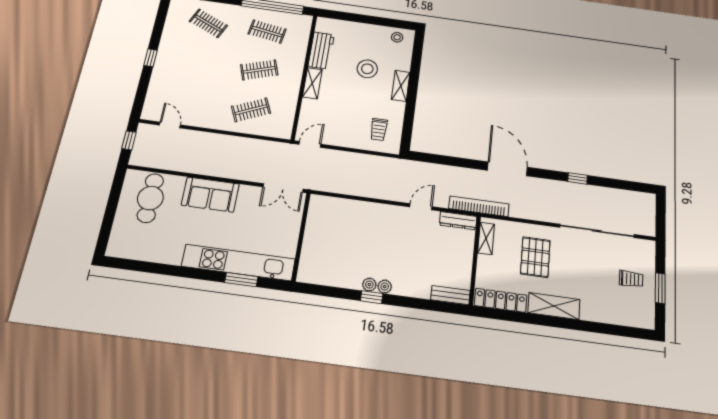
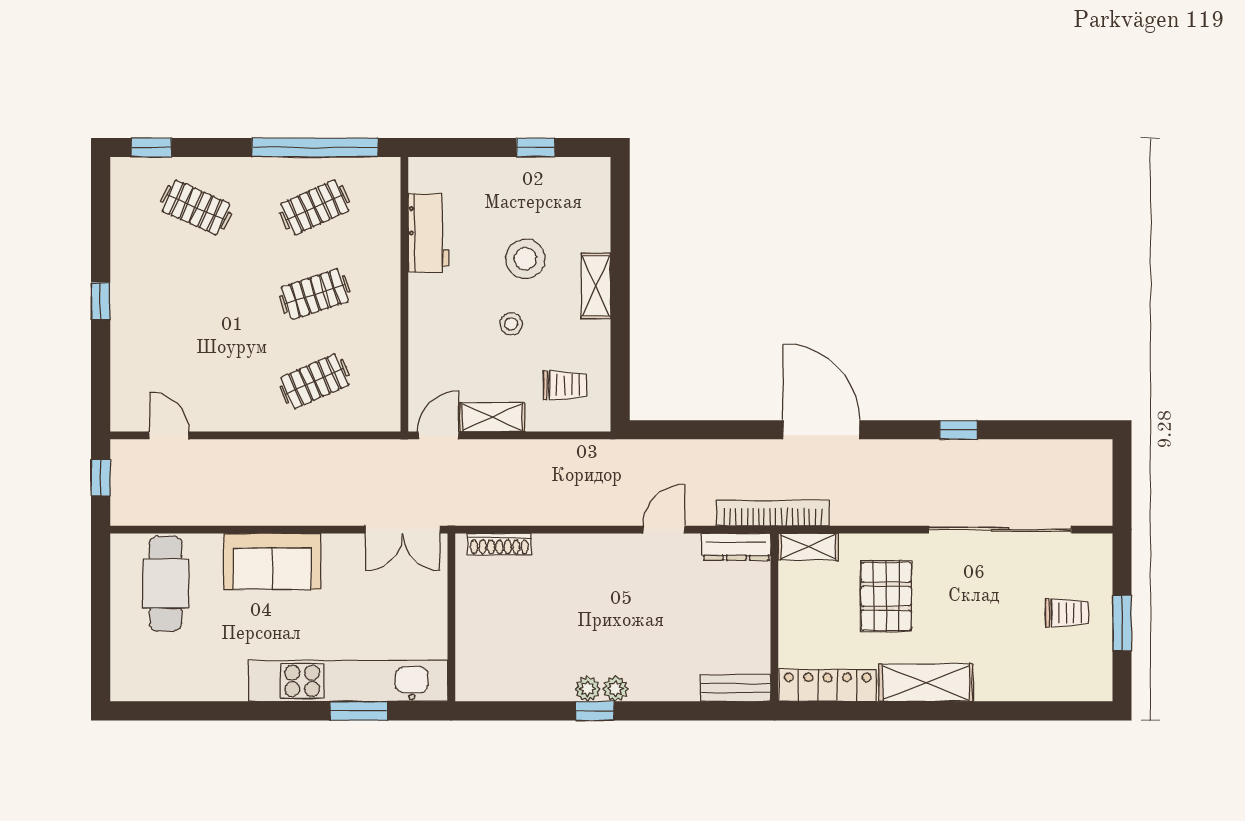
window: (380, 21) -> (536, 147), added
clothes rail: (267, 32) -> (315, 207), turned -33
stool: (397, 37) -> (511, 324), moved
shelving: (312, 83) -> (492, 417), moved, turned 90
trolley: (379, 129) -> (565, 385), turned -90
shoe rack: (333, 202) -> (499, 544), added
shelving: (486, 238) -> (808, 547), moved, turned 90

